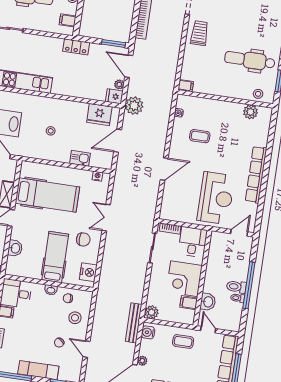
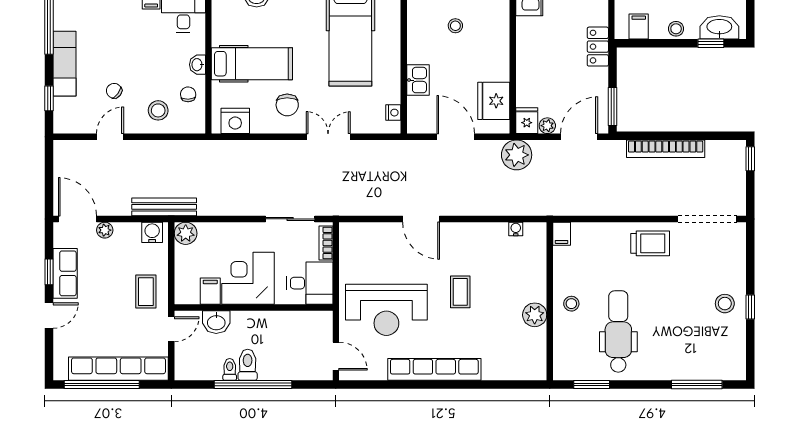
stool: (258, 94) -> (571, 304), moved
plant: (250, 112) -> (535, 315), moved
coffee table: (200, 136) -> (460, 292), moved

